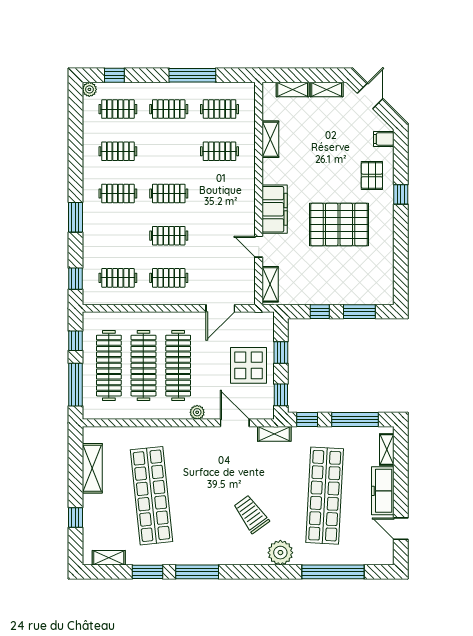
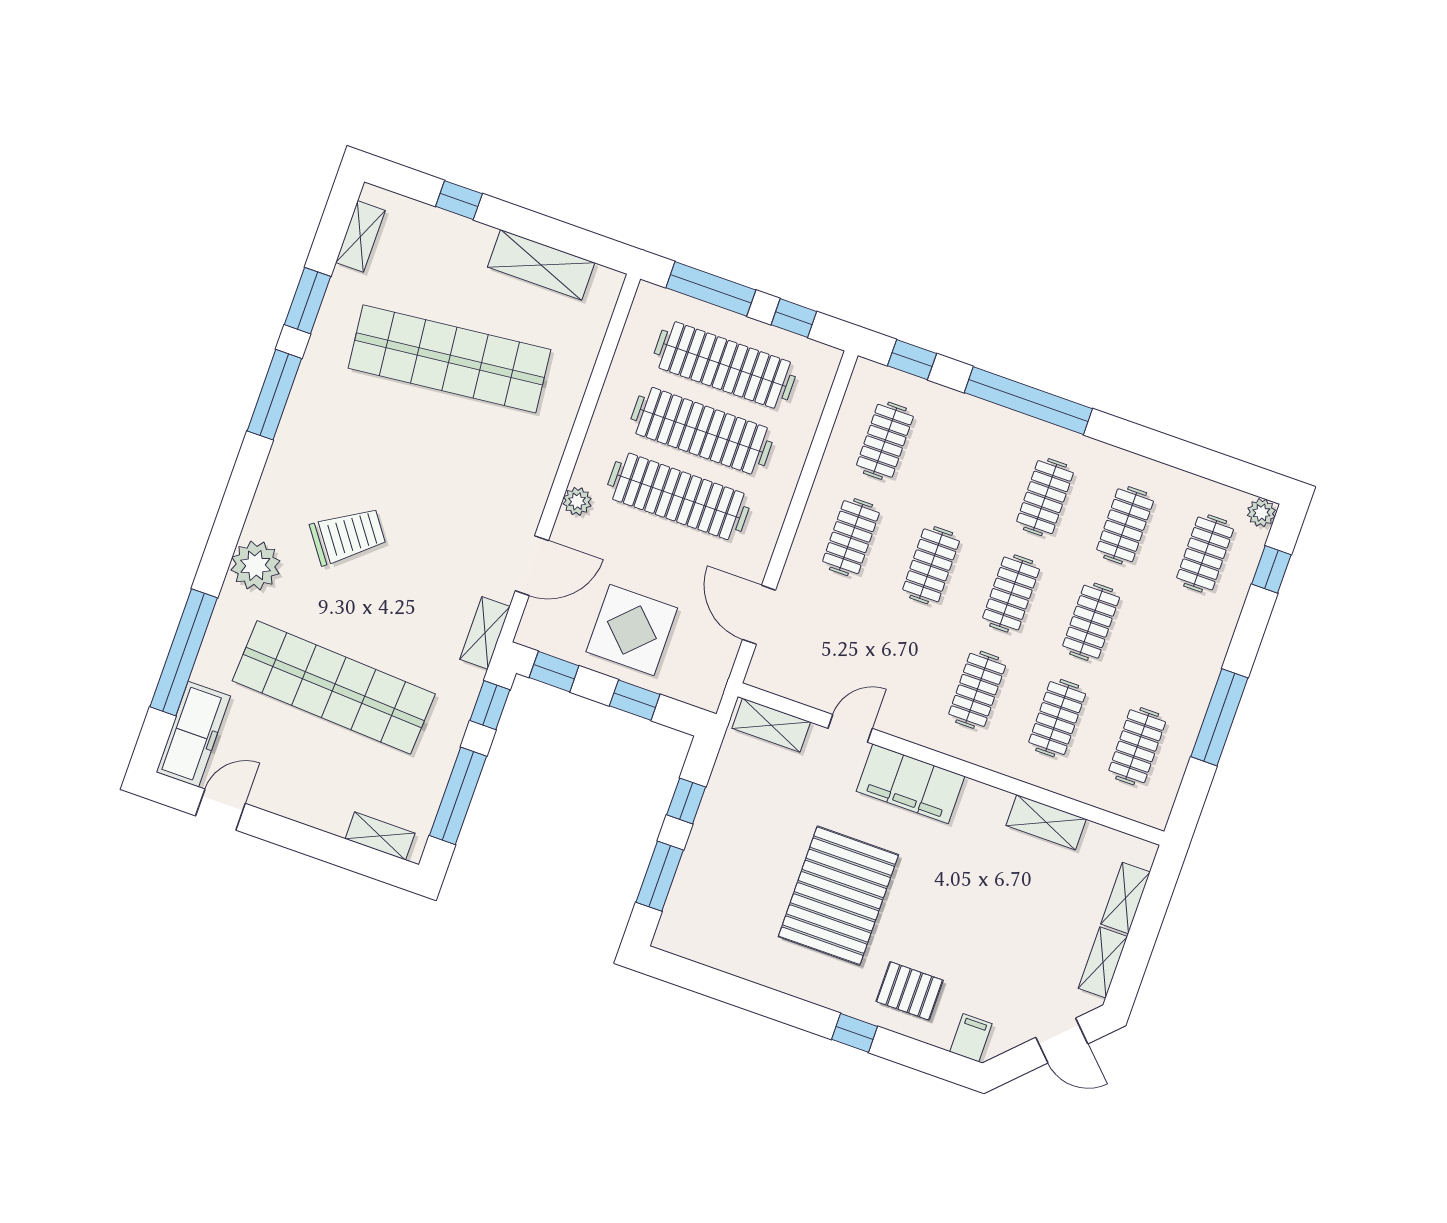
clothes rail: (169, 109) -> (1091, 622), moved
clothes rail: (220, 193) -> (977, 690), added
window: (75, 217) -> (1028, 401), width x2.11
freezer: (383, 491) -> (193, 734), moved, turned 90

